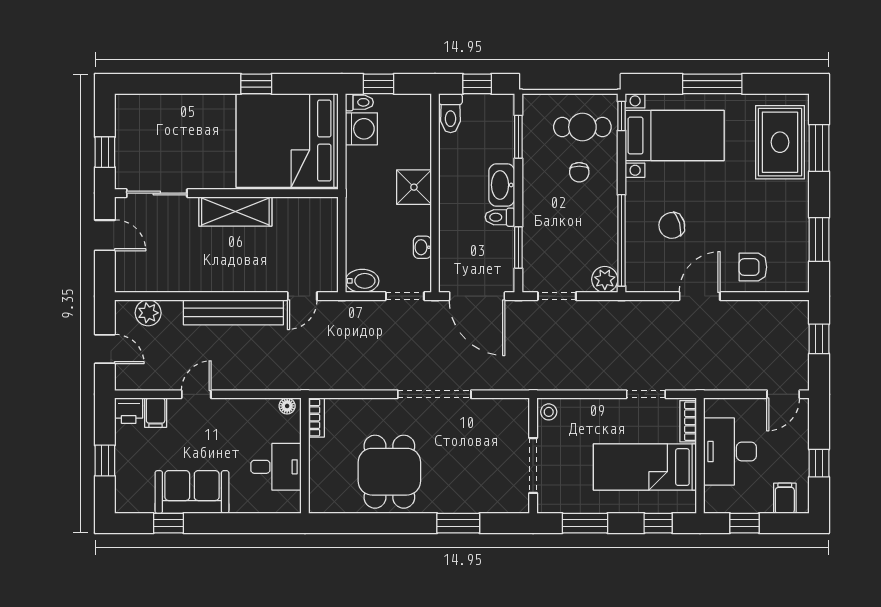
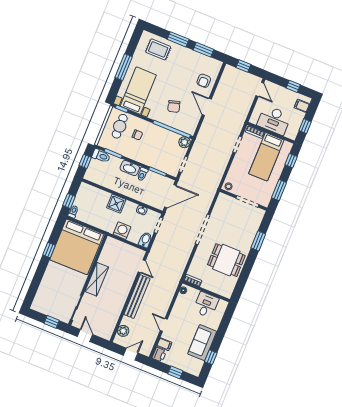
toilet: (451, 113) -> (101, 156), moved
washing machine: (361, 129) -> (122, 231), moved
rug: (780, 142) -> (158, 49), width x0.73, depth x0.70
window: (819, 148) -> (178, 39), moved
door: (105, 235) -> (85, 336), hinge flipped

